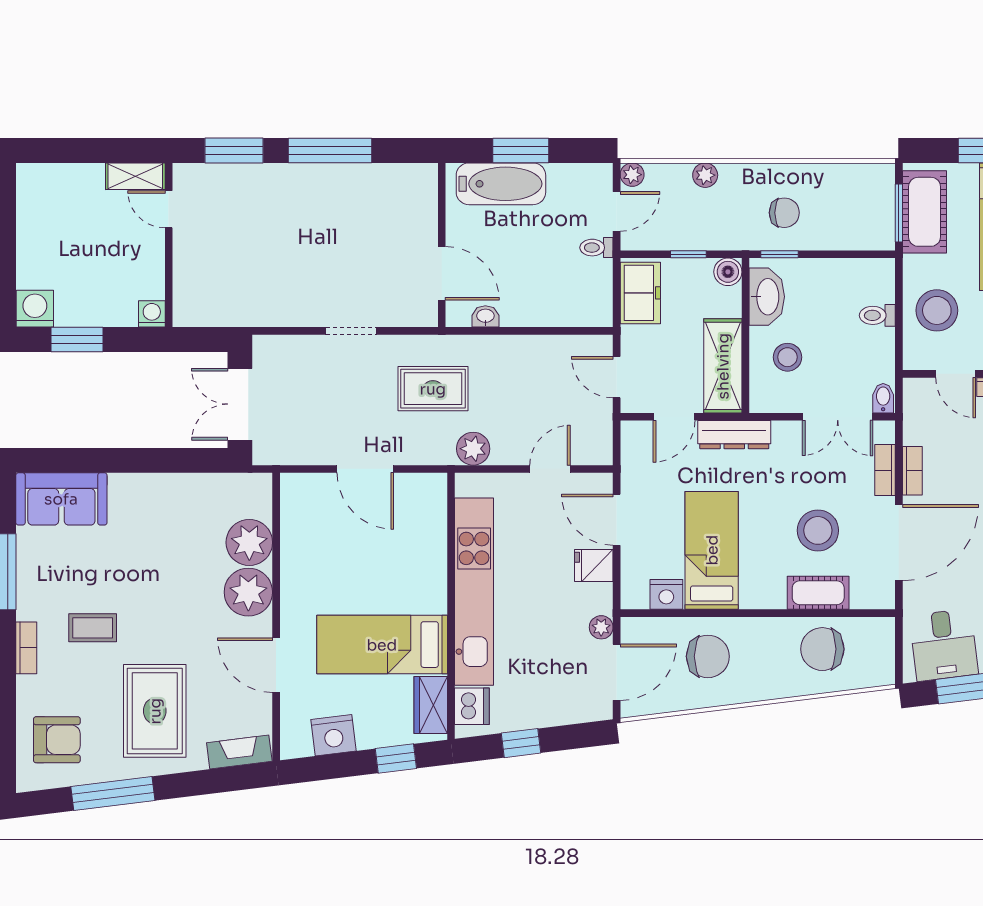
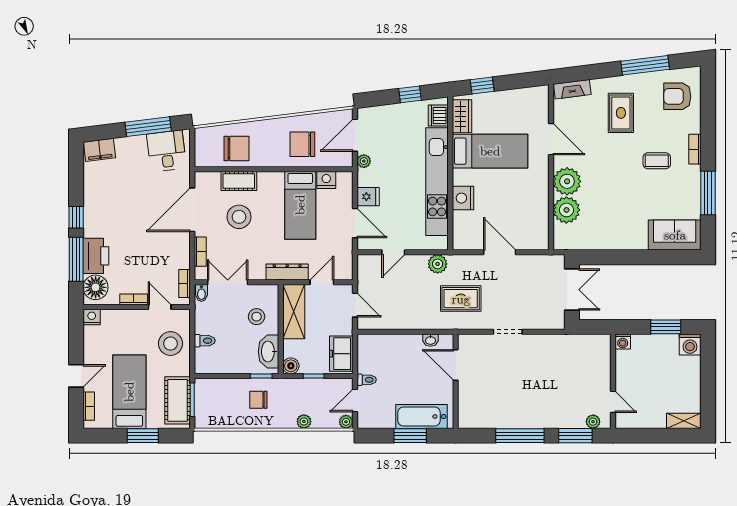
plant: (203, 175) -> (593, 422), added
shelving: (135, 176) -> (684, 421), moved
bookcase: (912, 471) -> (185, 283), moved
rug: (155, 711) -> (621, 113), width x0.73, depth x0.70
nightstand: (333, 735) -> (463, 198), moved, turned -83

